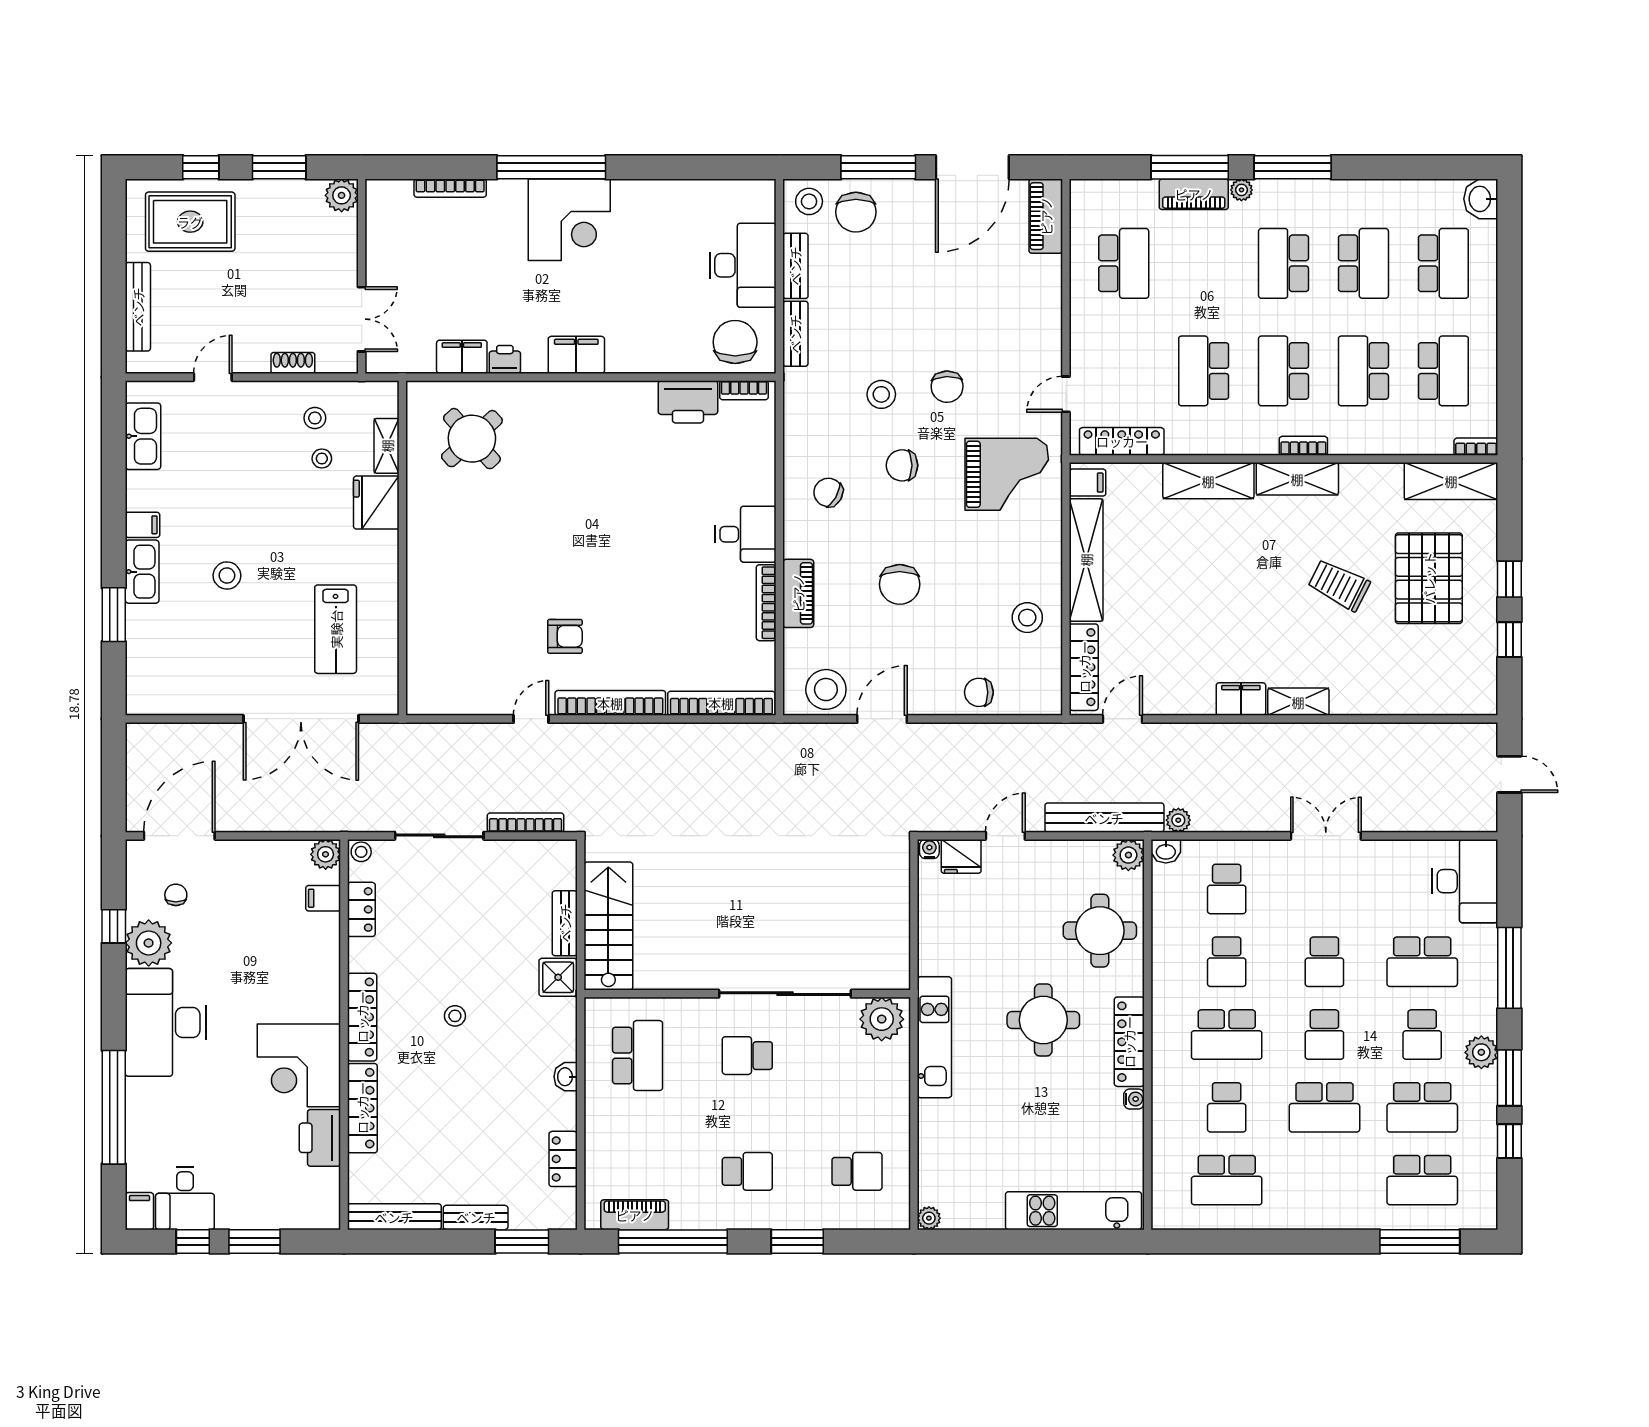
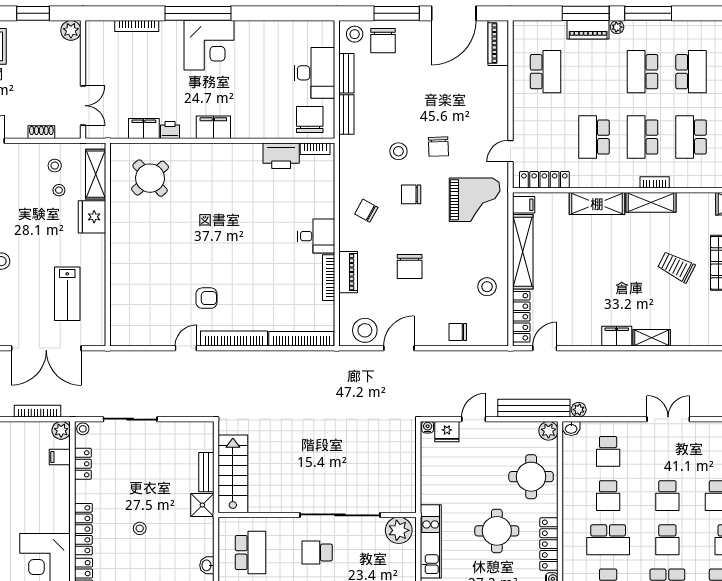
shelving: (387, 446) -> (96, 174), width x1.50, depth x1.33
bookcase: (525, 823) -> (38, 411), moved

